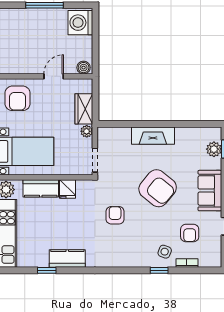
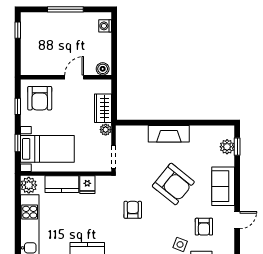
washing machine: (80, 23) -> (105, 26), width x0.53, depth x0.53

